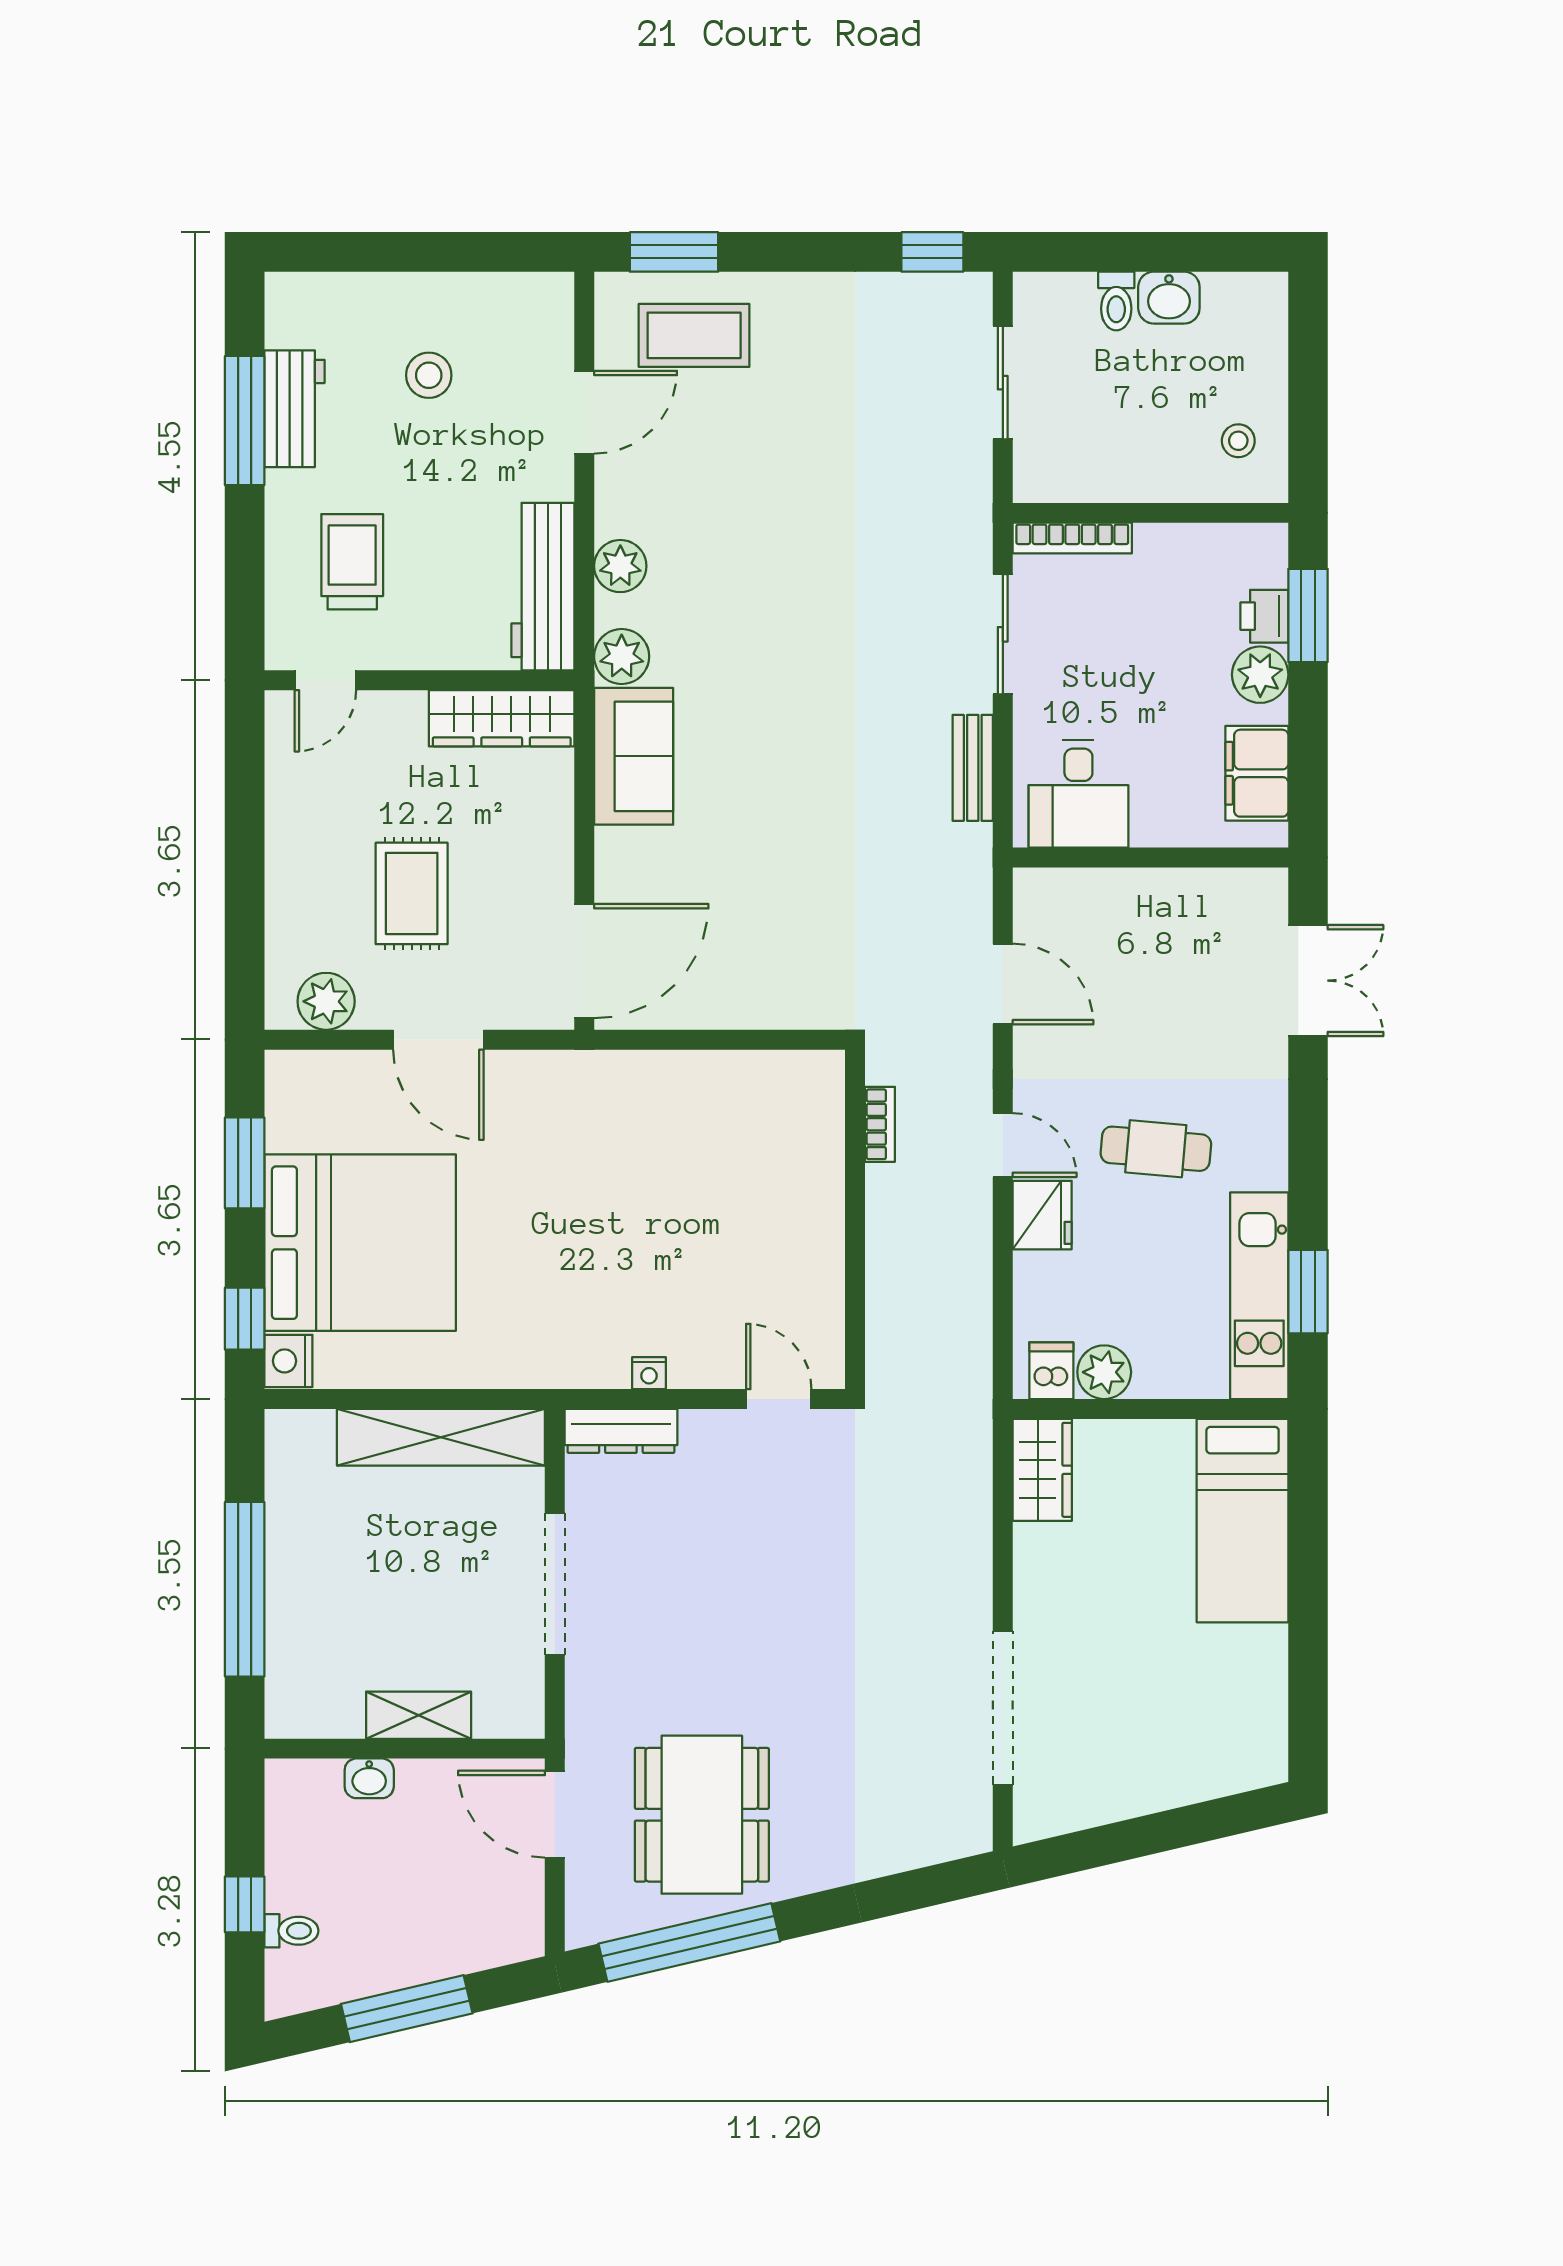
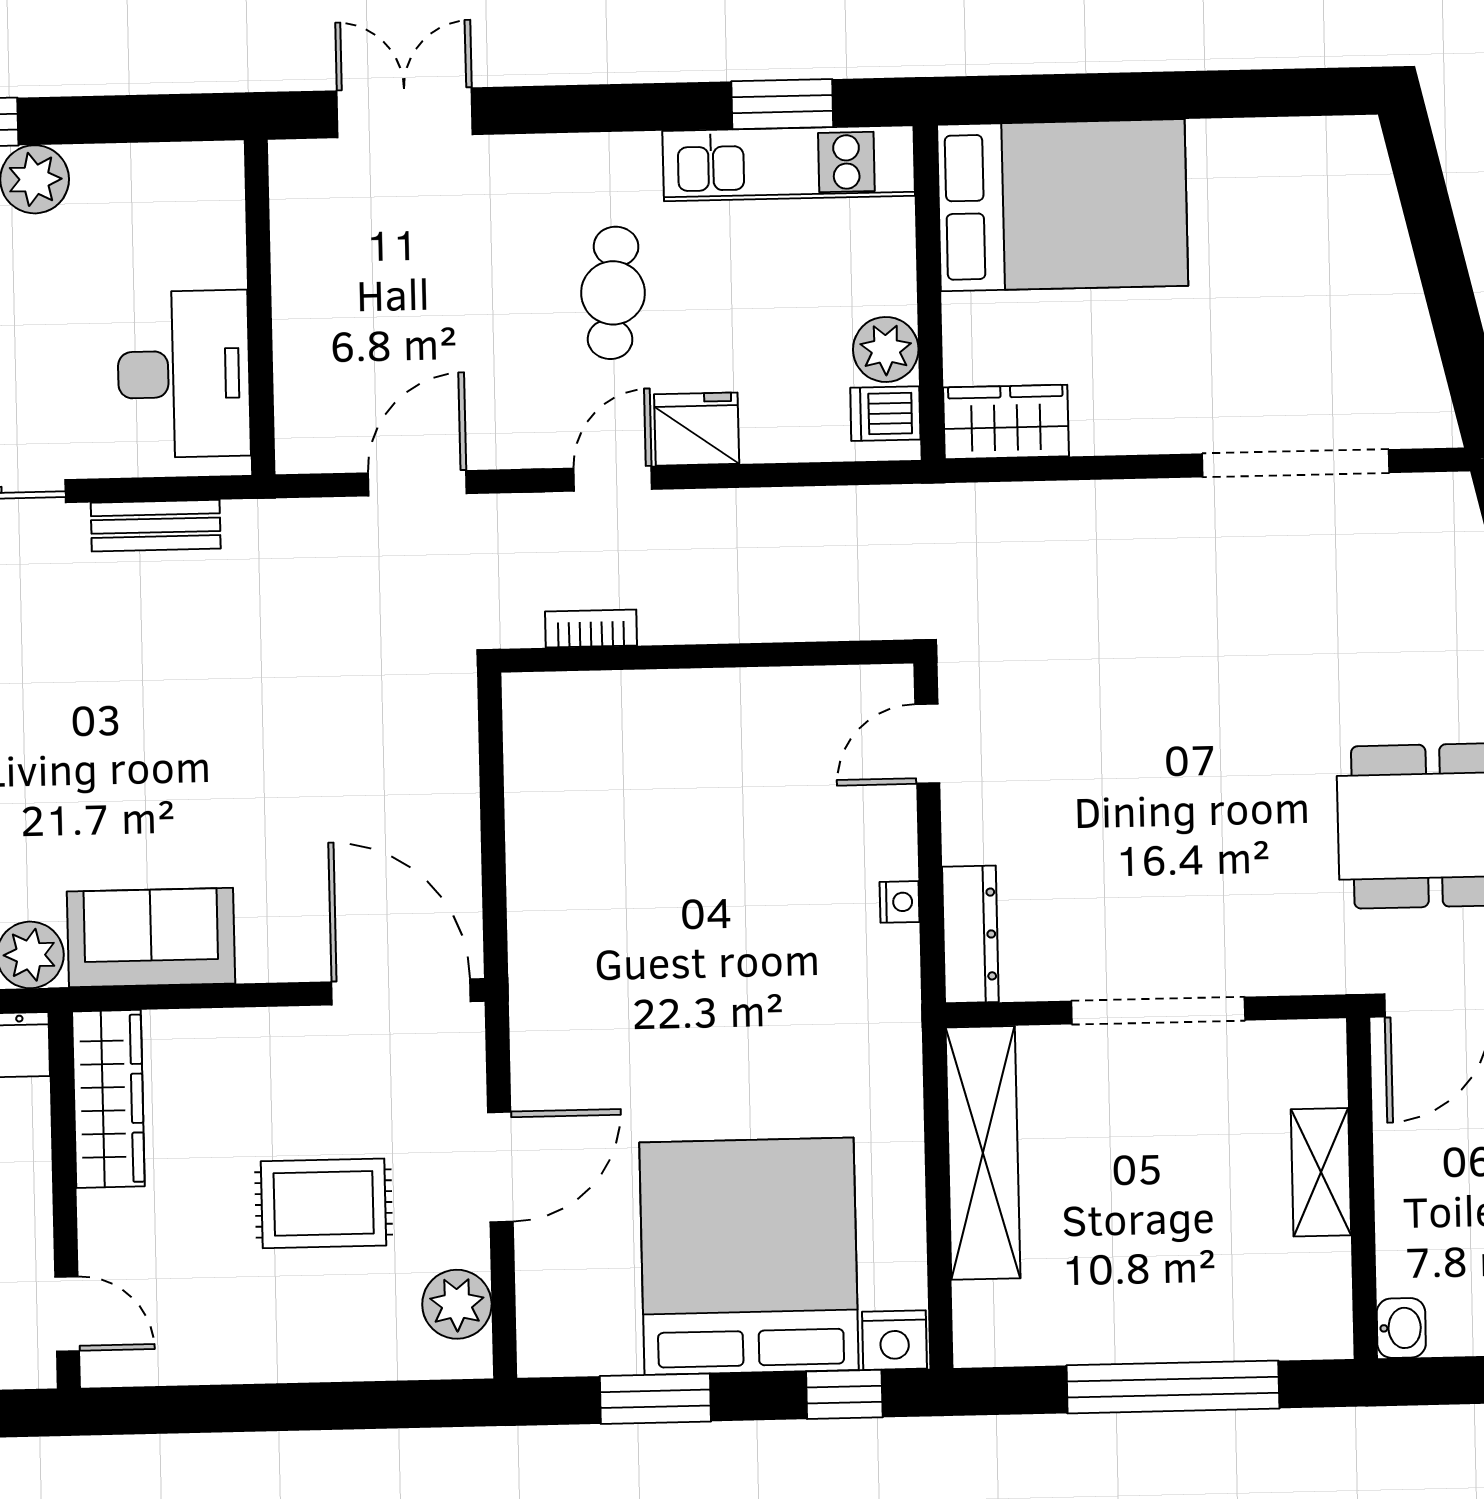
filing cabinet: (1257, 773) -> (154, 181), removed
desk: (1078, 794) -> (184, 374), width x1.37
bed: (1243, 1521) -> (1063, 205), width x1.50
washbasin: (369, 1778) -> (1401, 1328), moved

